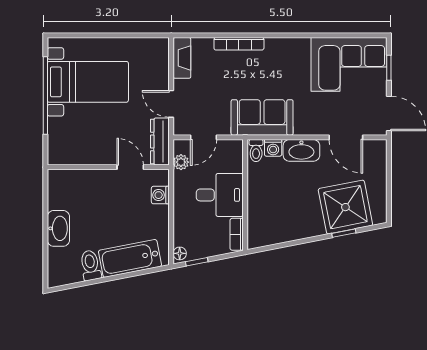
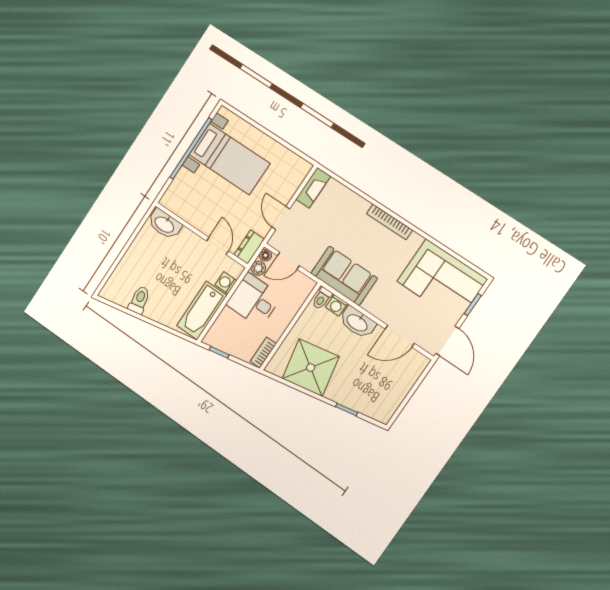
bookcase: (239, 44) -> (389, 222), moved
door: (346, 137) -> (400, 336), hinge flipped
dresser: (160, 142) -> (249, 247), width x0.70
desk: (220, 195) -> (254, 300), moved, turned 180
shower: (345, 207) -> (311, 368), moved
washbasin: (58, 228) -> (165, 224), moved, turned 90
floor lamp: (180, 253) -> (266, 255), moved
bathtub: (130, 258) -> (202, 311), moved, turned -79

